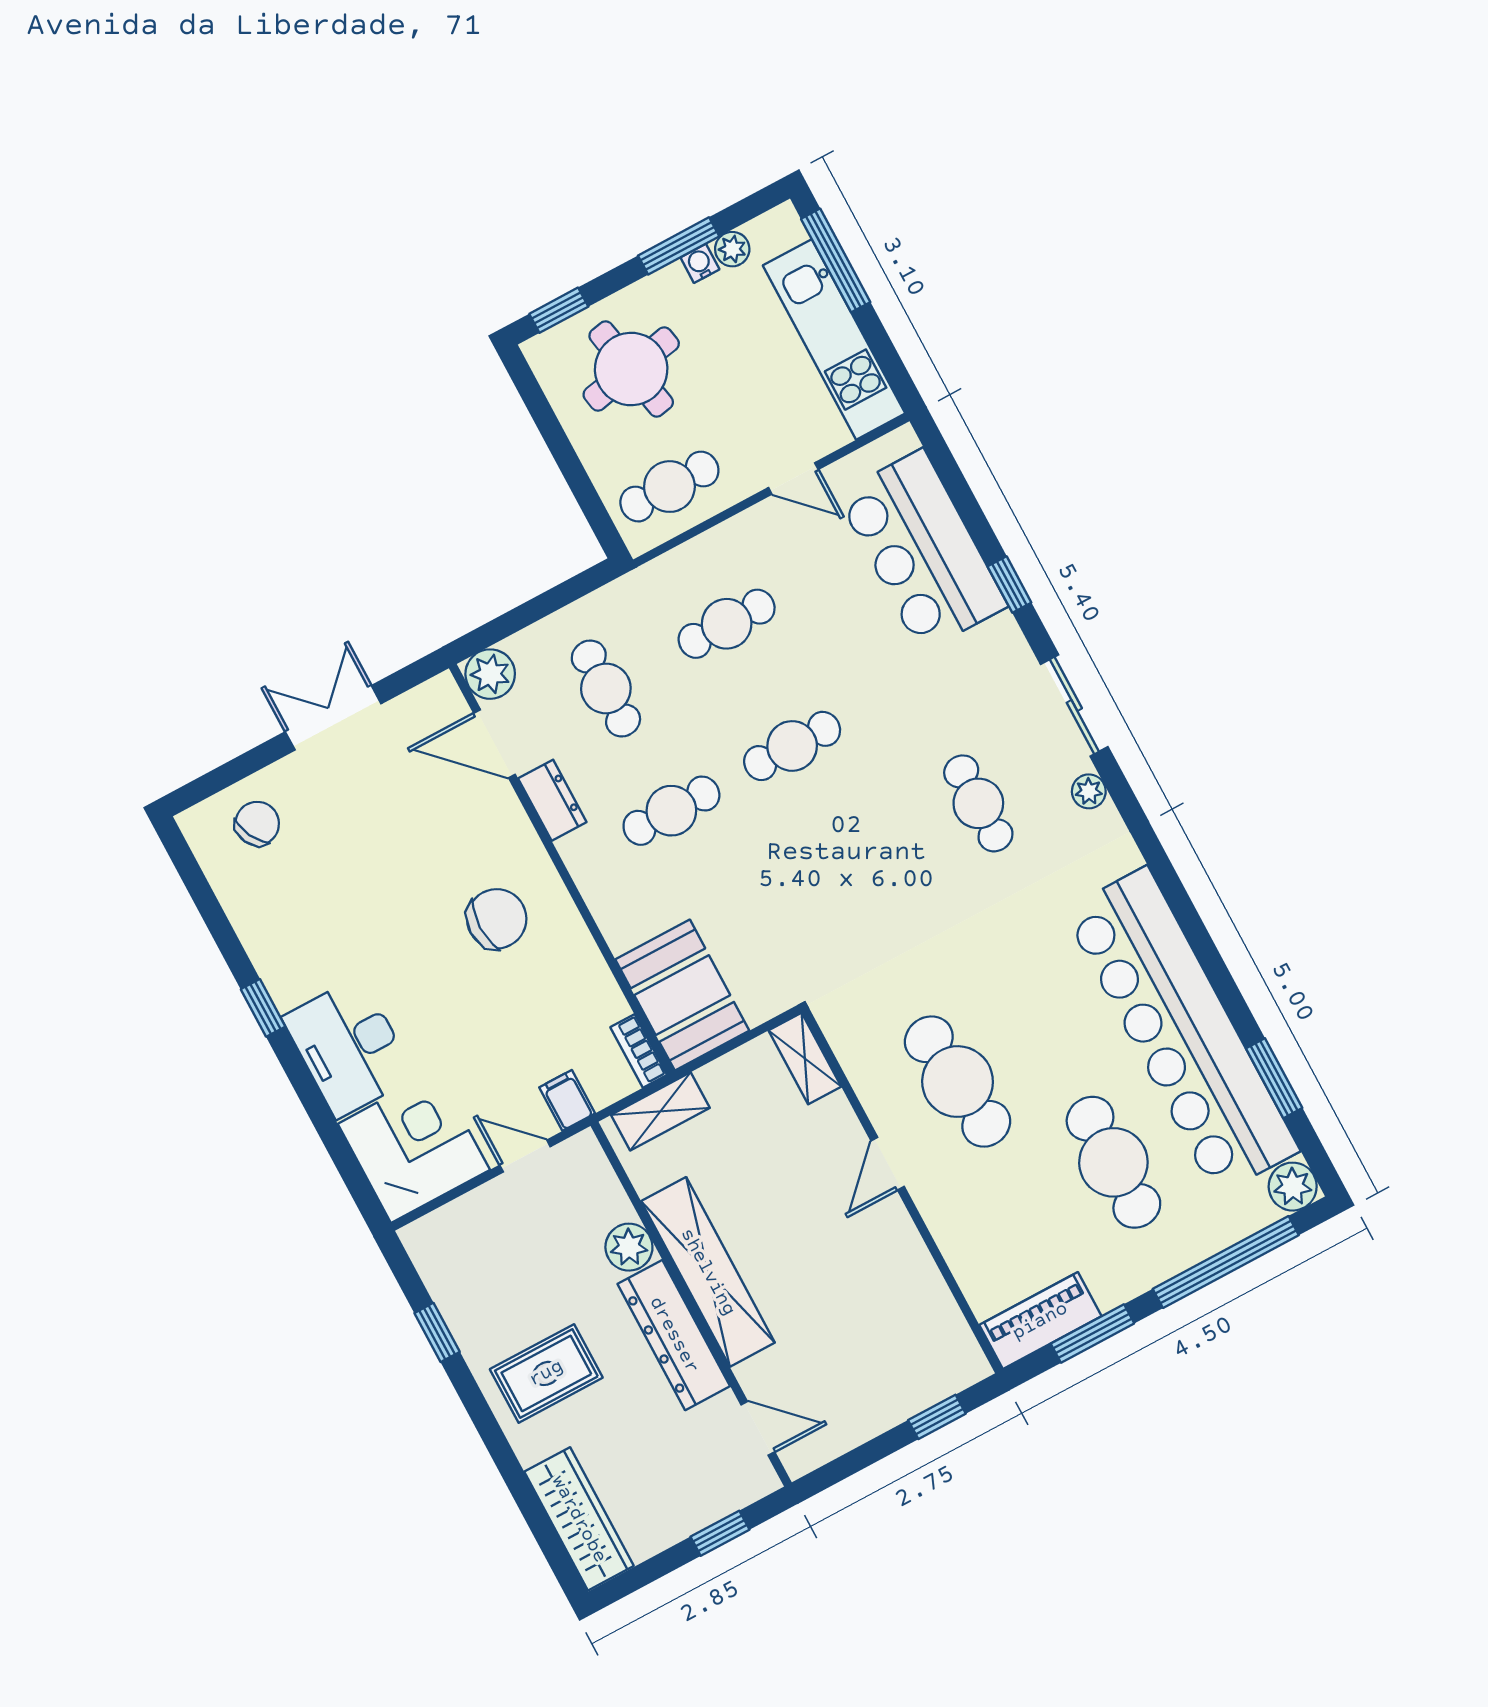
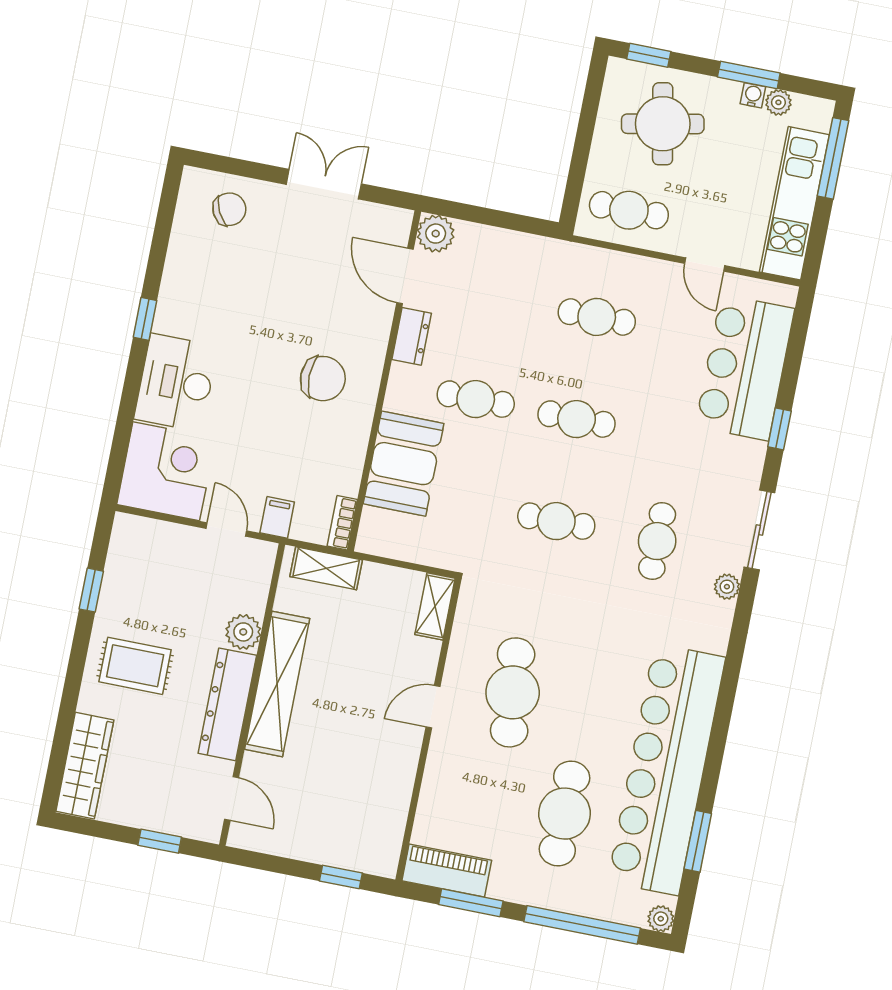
cafe table: (606, 688) -> (556, 521), moved, turned 90
booth: (682, 995) -> (404, 464), moved
plant: (1293, 1187) -> (661, 919), width x0.73, depth x0.73

